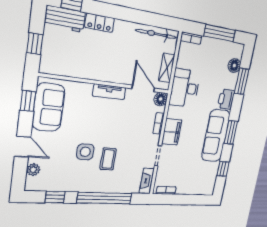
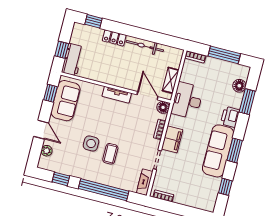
workbench: (65, 19) -> (72, 60), moved, turned -90
bicycle: (156, 34) -> (145, 46), moved

